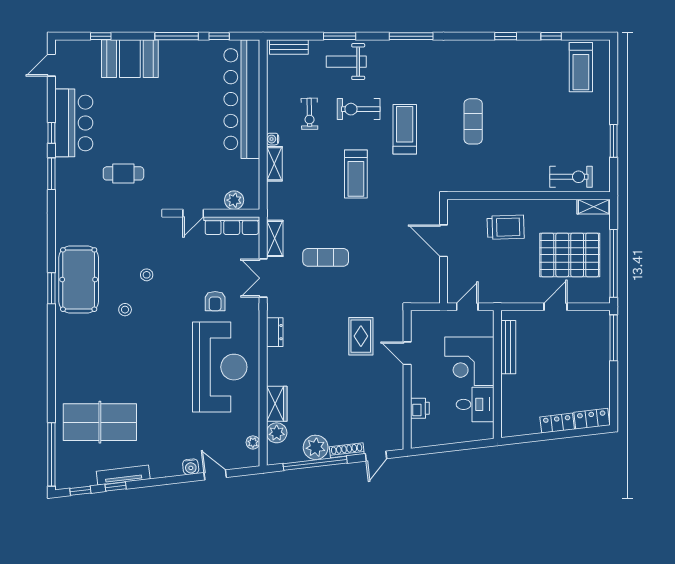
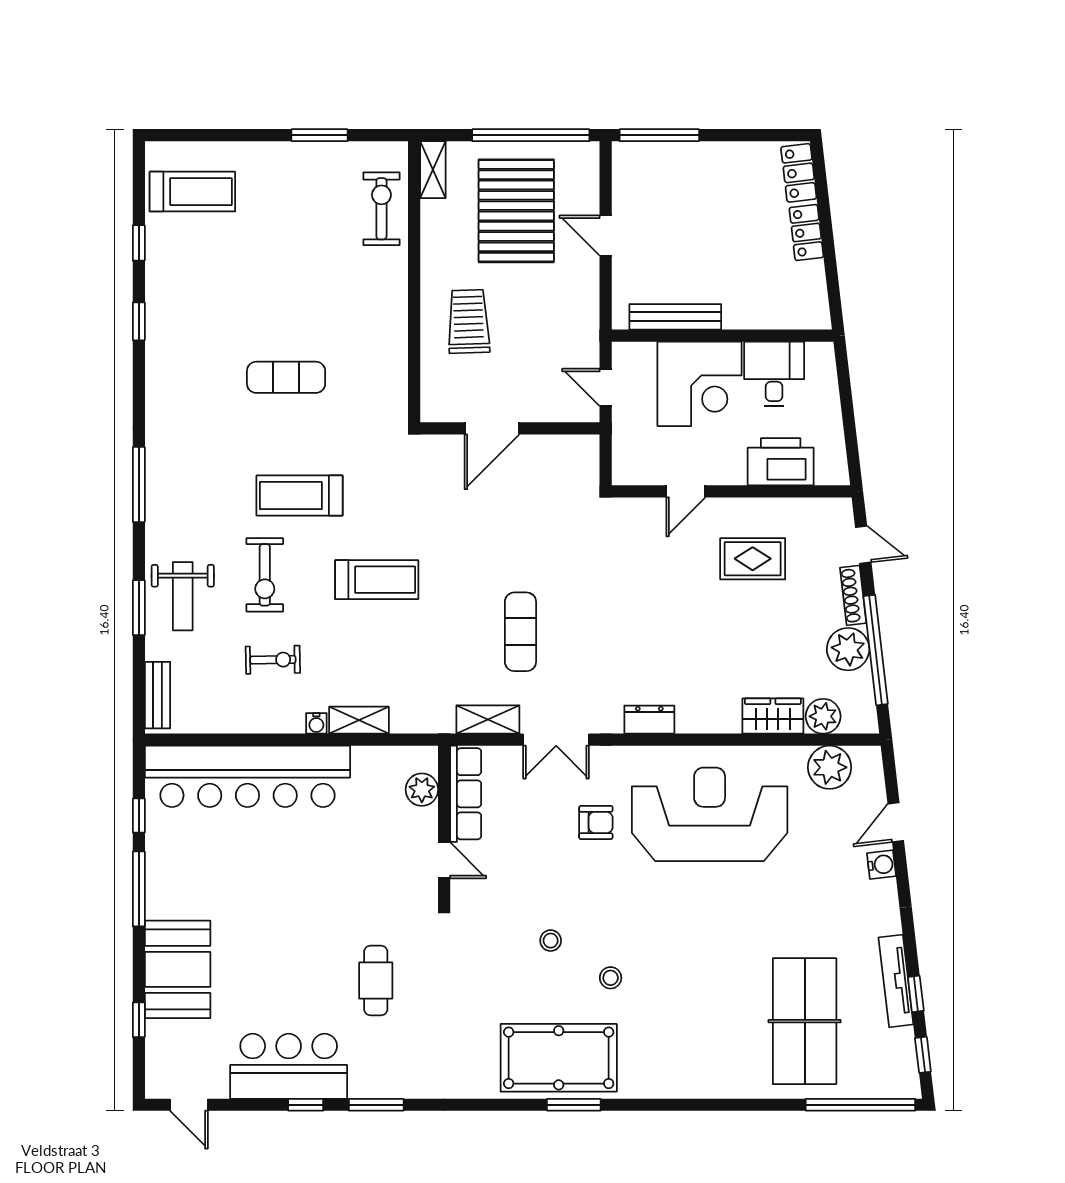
rug: (361, 336) -> (753, 559), moved
printer: (420, 408) -> (781, 462), width x1.87, depth x1.48
plant: (253, 442) -> (830, 767), width x1.88, depth x1.88

